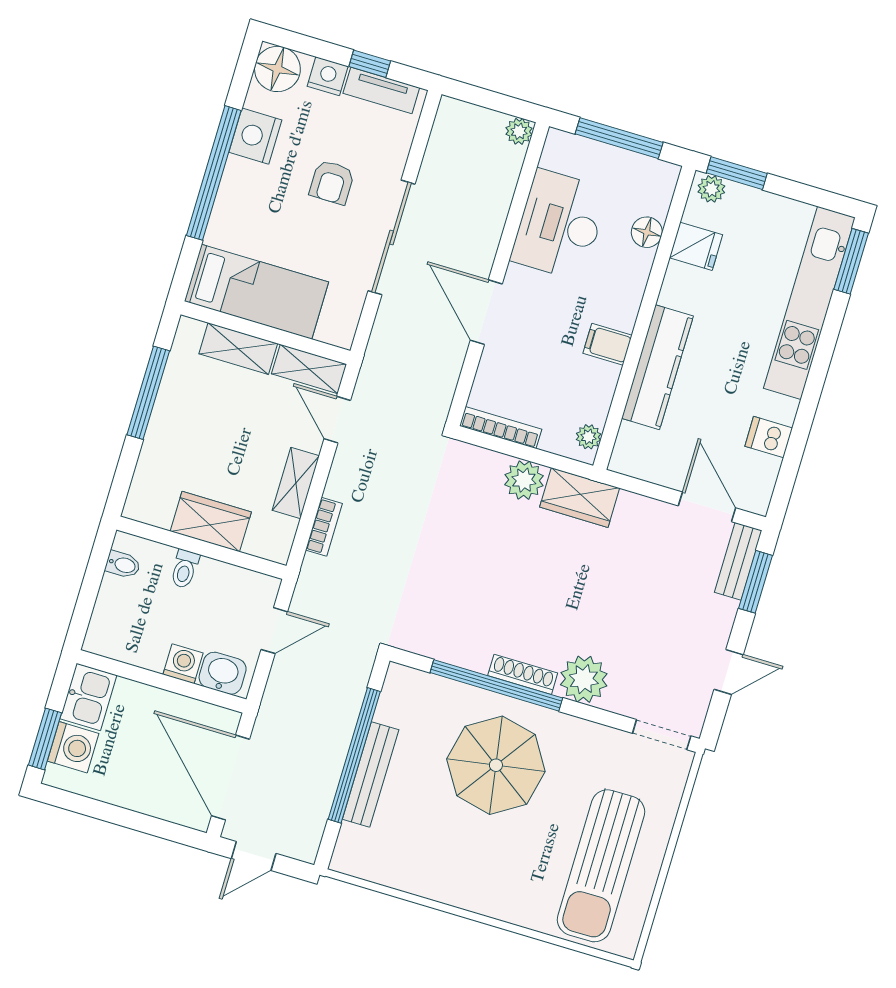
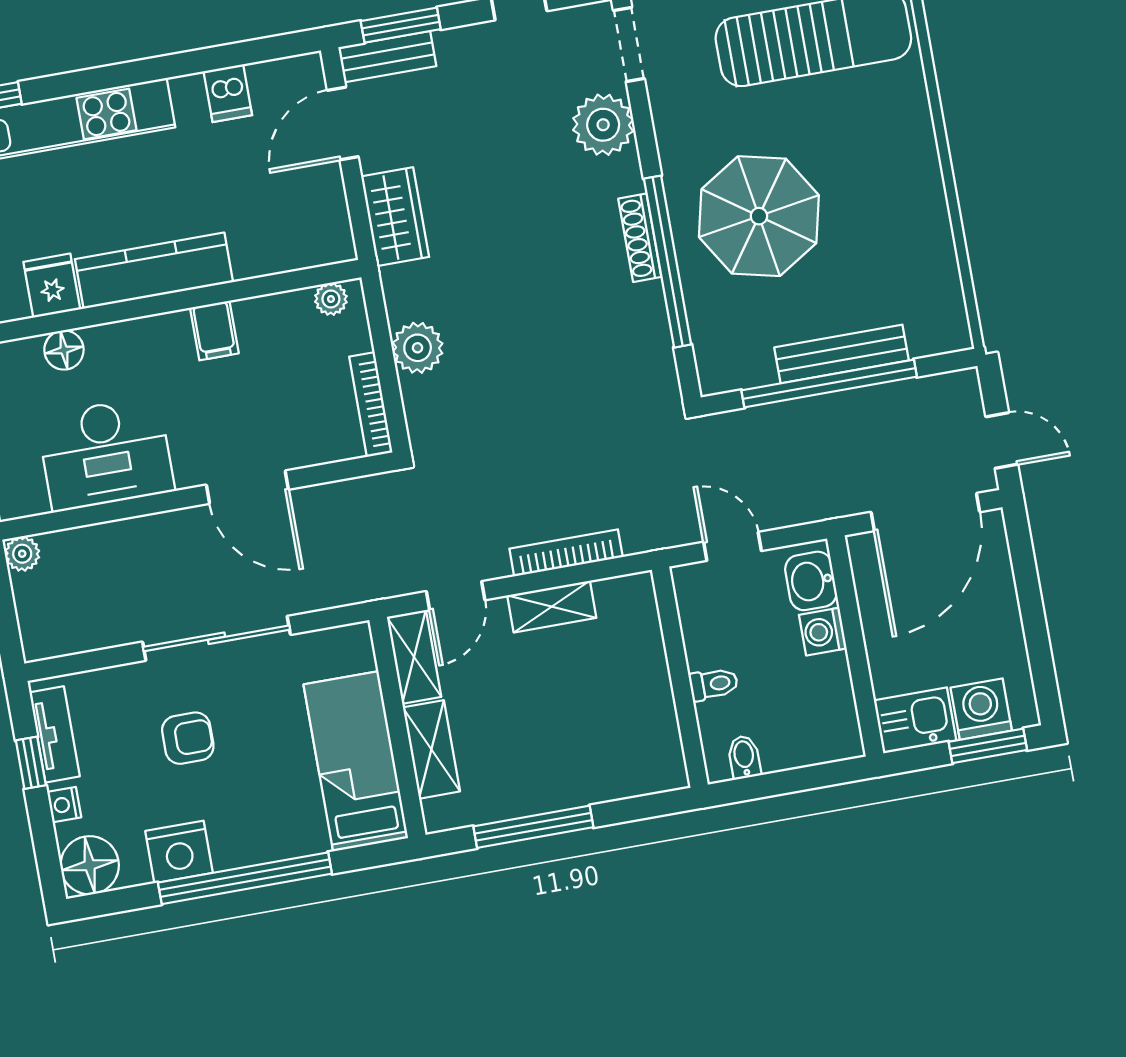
nightstand: (328, 76) -> (64, 805), width x0.72, depth x0.74
door: (486, 312) -> (247, 487), hinge flipped
kitchen counter: (657, 367) -> (154, 271), moved
wardrobe: (580, 498) -> (395, 217), moved
wardrobe: (211, 522) -> (645, 681), removed
bookcase: (324, 527) -> (566, 553), width x1.56
plant: (584, 679) -> (603, 125), moved

